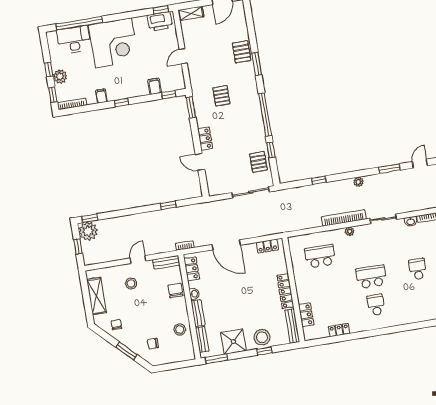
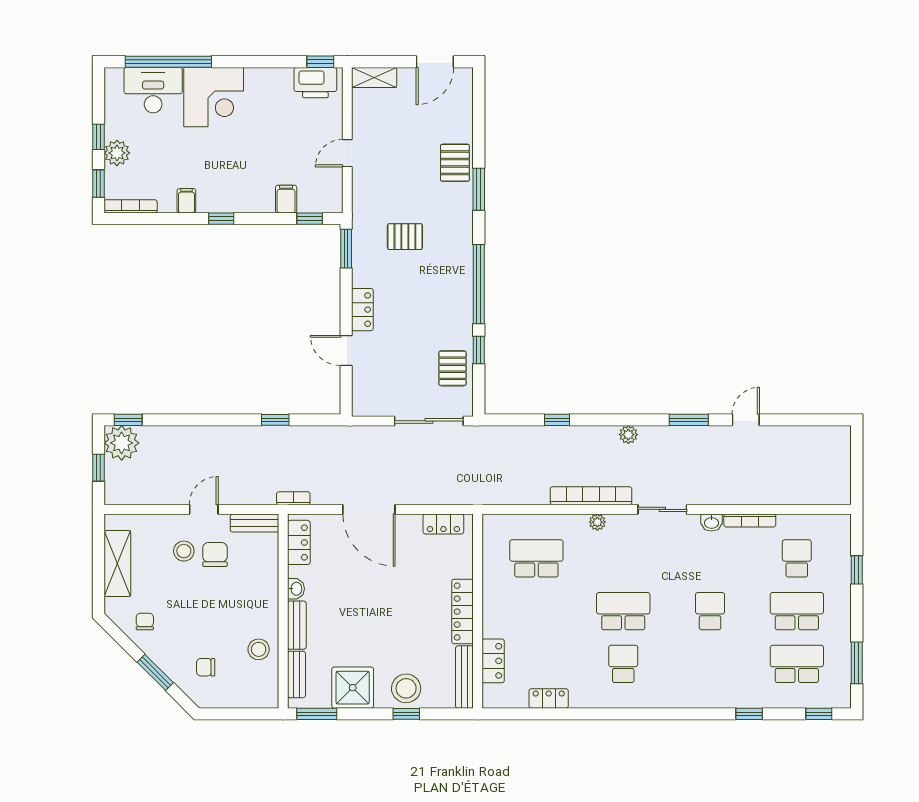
corner desk: (113, 43) -> (214, 97), width x0.74, depth x0.74
pallet: (221, 96) -> (405, 237), turned 90
chair: (175, 290) -> (215, 554), moved

